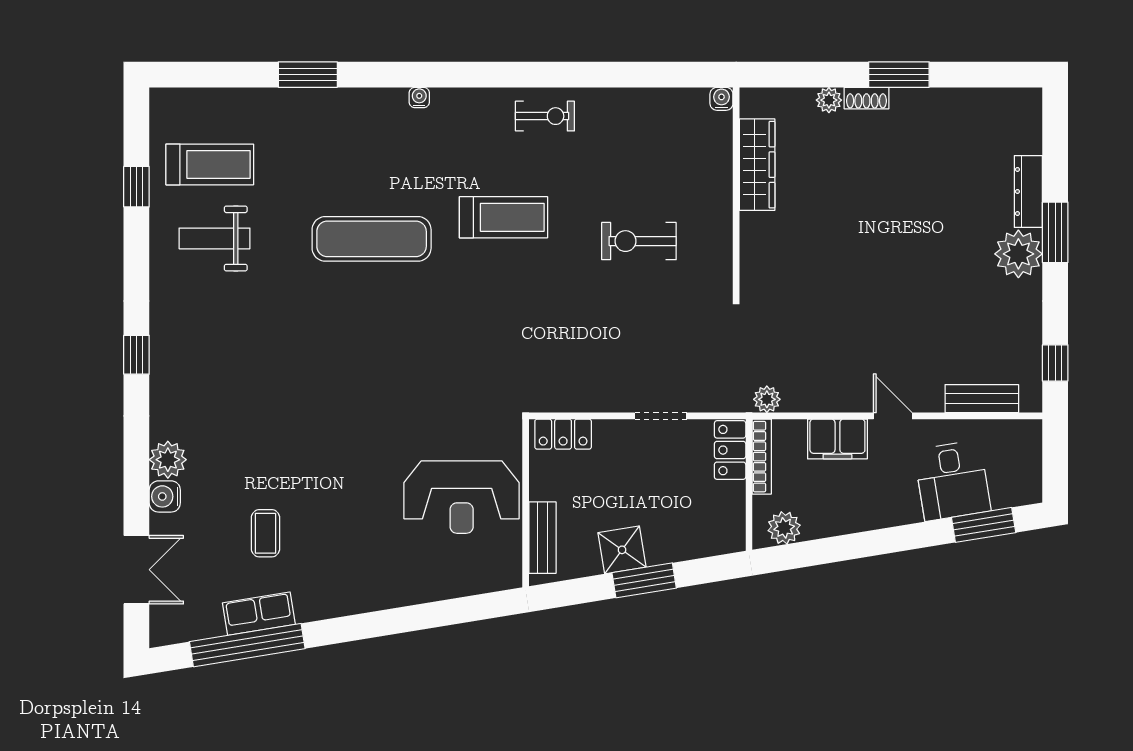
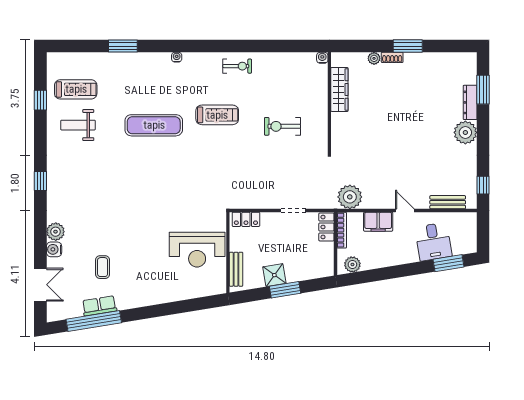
window: (1055, 232) -> (483, 90), moved
plant: (767, 399) -> (350, 197), width x1.87, depth x1.87

